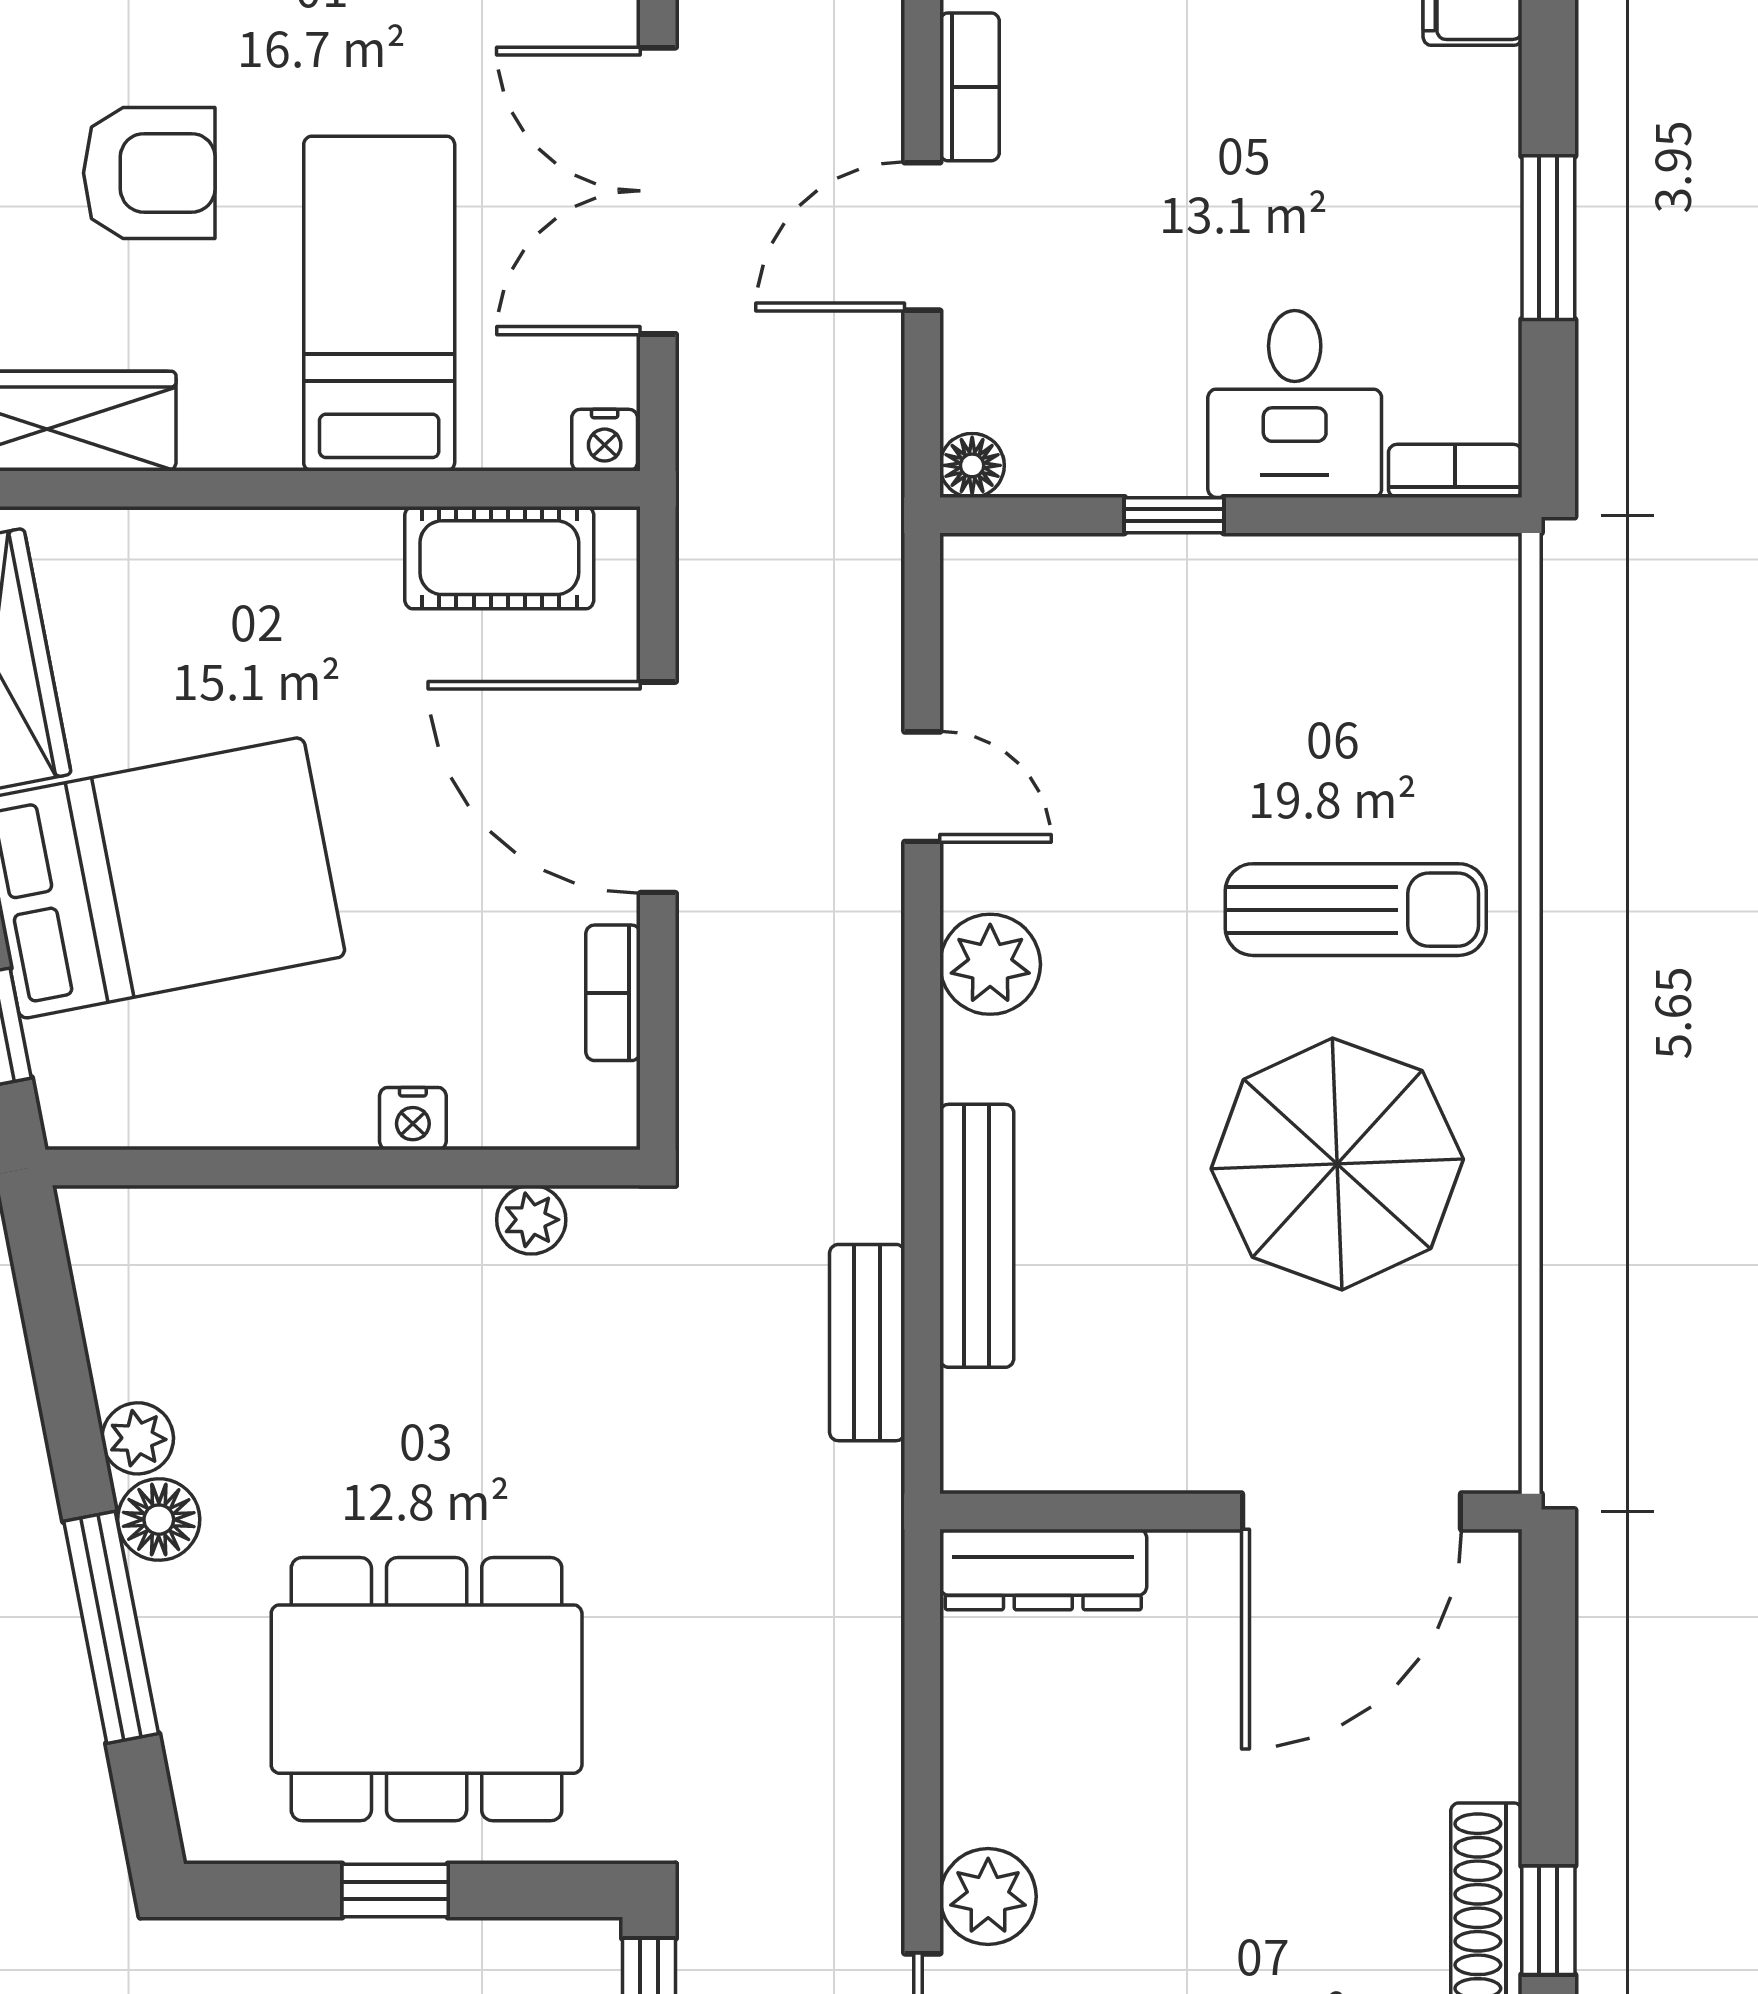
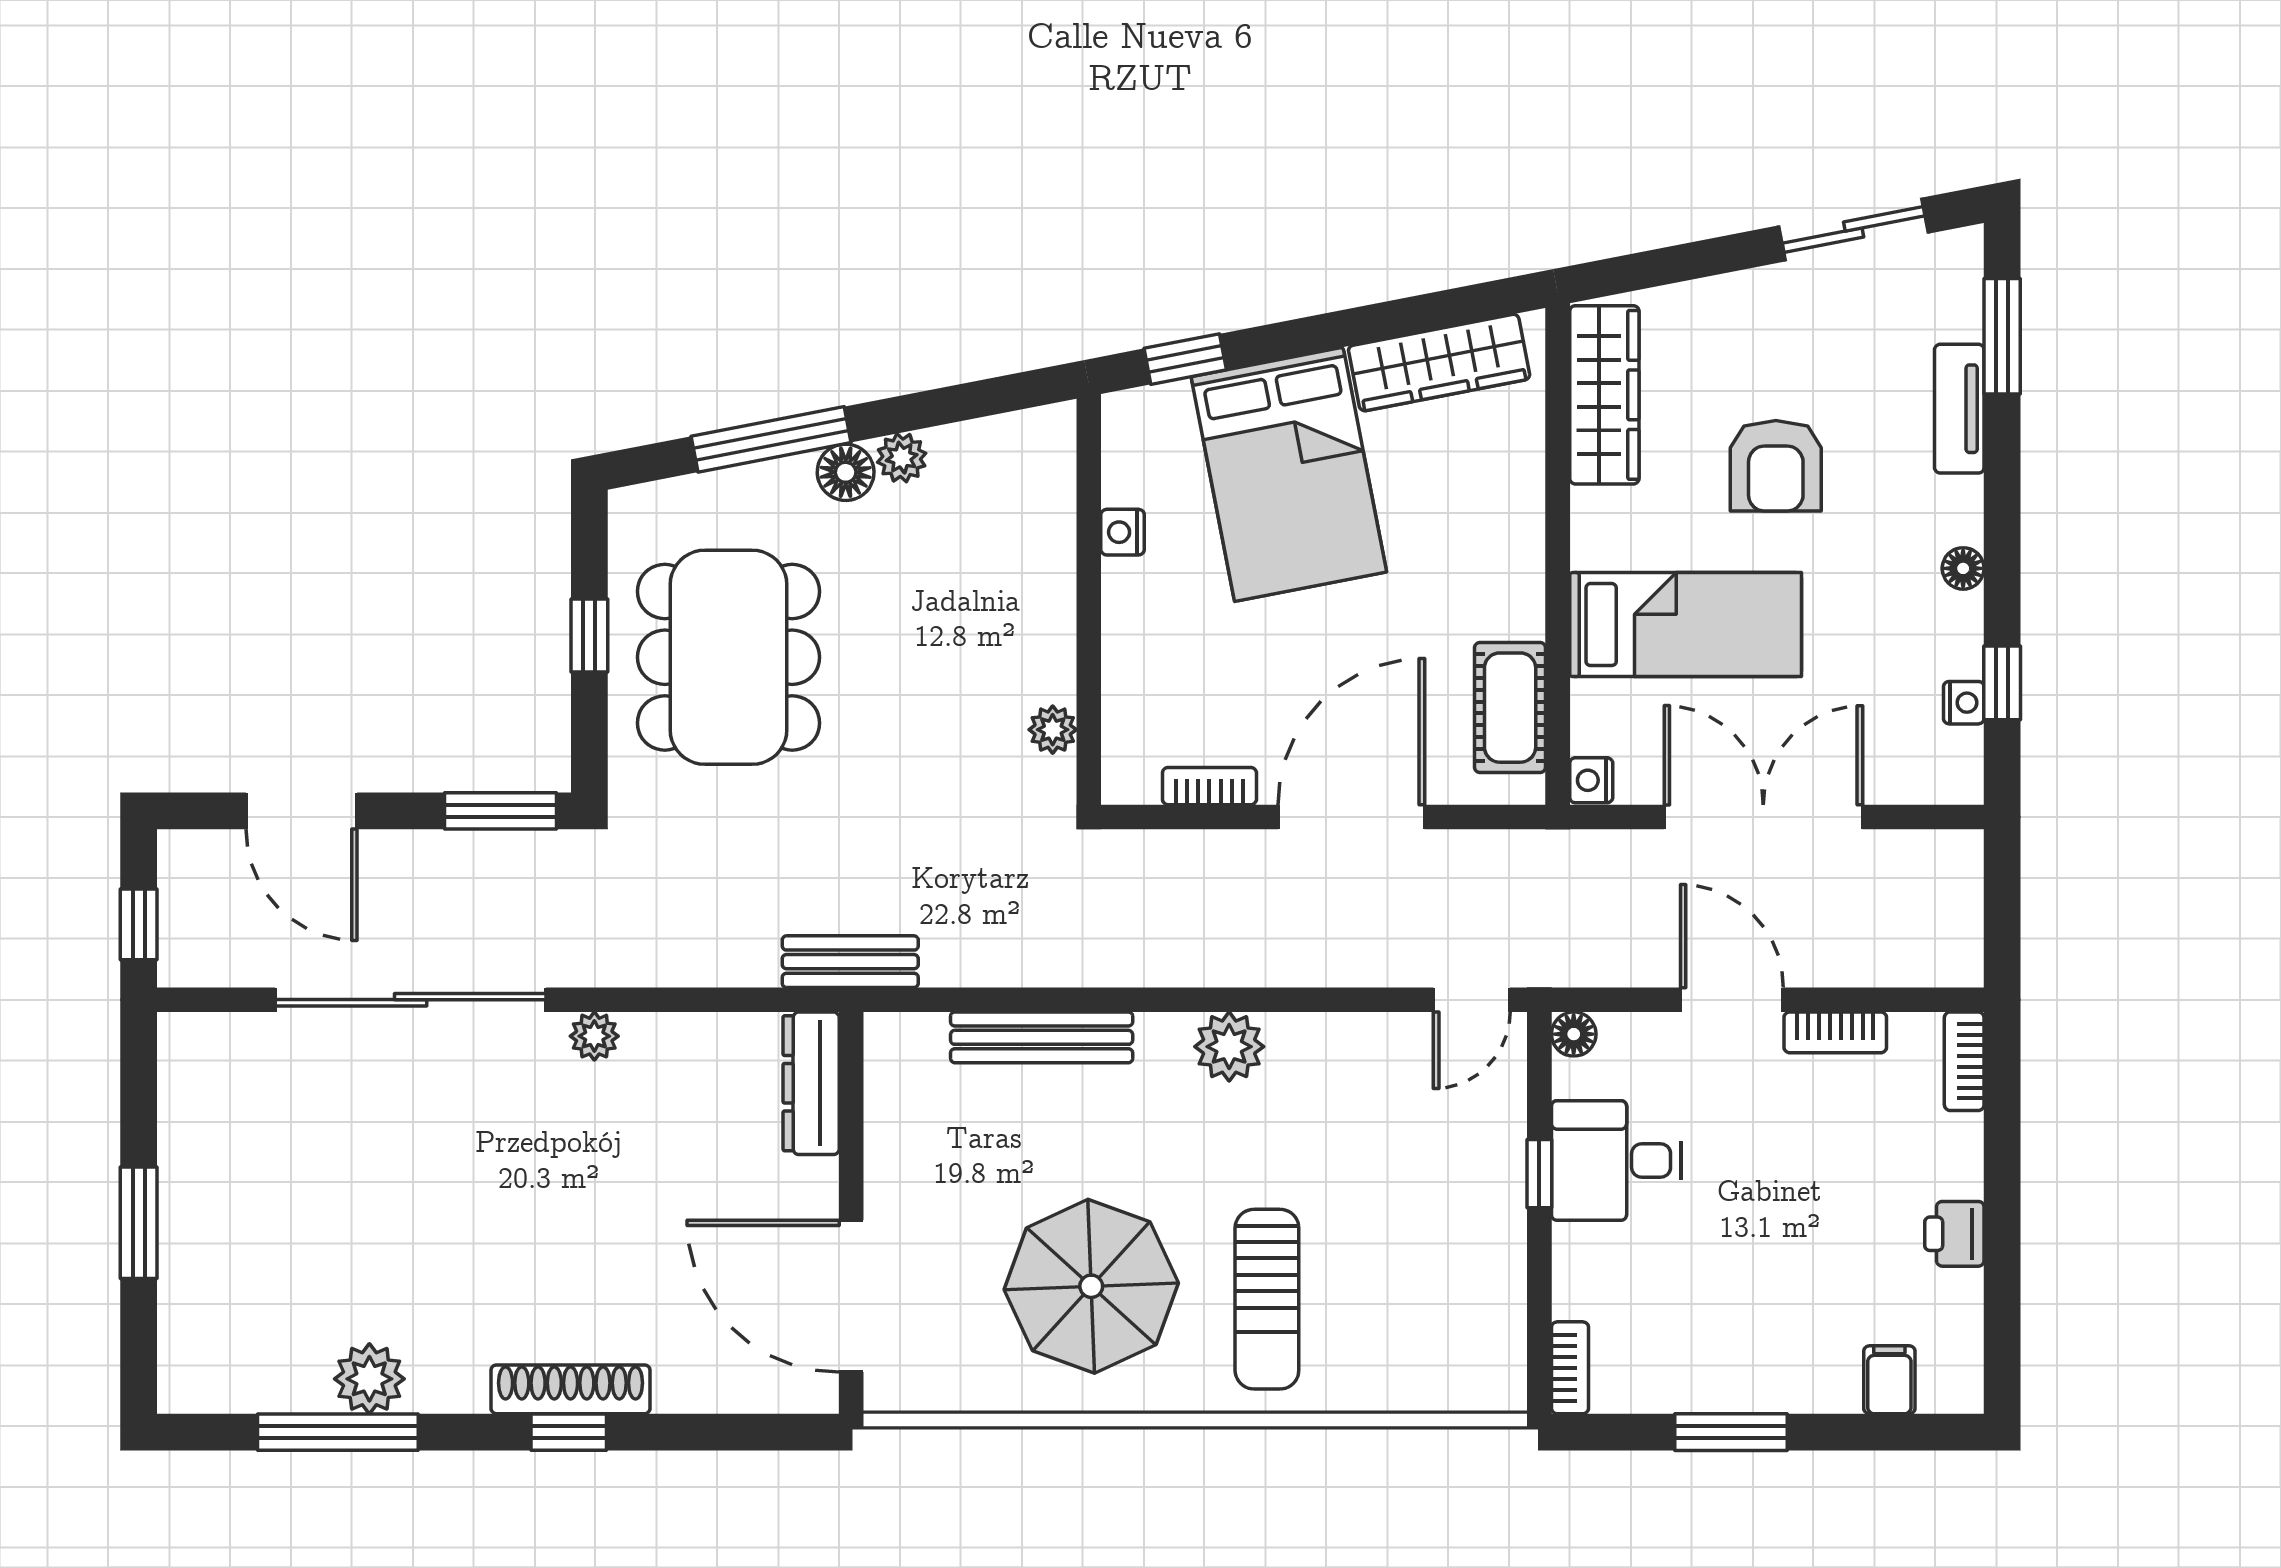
desk: (1295, 404) -> (1616, 1161), moved
door: (922, 787) -> (1472, 1000), moved
nightstand: (413, 1119) -> (1123, 532), moved
bench: (867, 1343) -> (850, 962), moved
plant: (988, 1897) -> (594, 1036), width x0.73, depth x0.73

